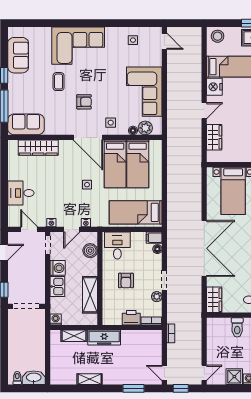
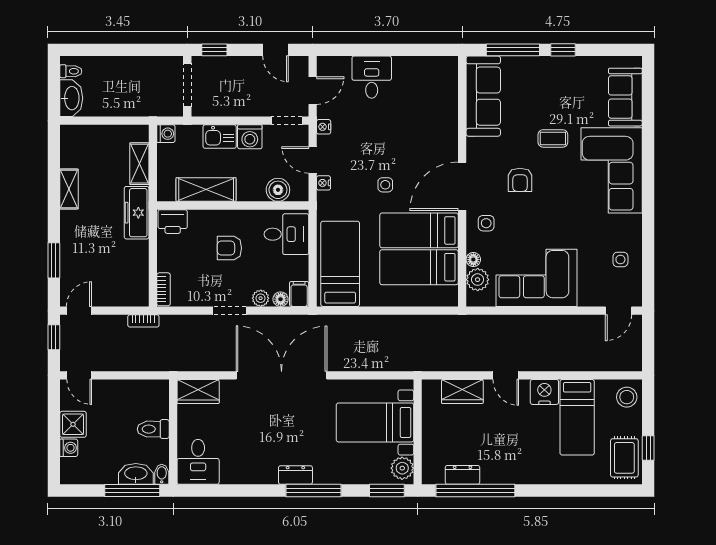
sofa: (18, 55) -> (625, 97), moved, turned 90
sofa: (26, 124) -> (483, 96), width x1.36
wardrobe: (38, 148) -> (446, 106), removed
double door: (204, 248) -> (282, 375), swing flipped
plant: (157, 297) -> (261, 298), moved
printer: (131, 318) -> (173, 222), moved, turned 90

